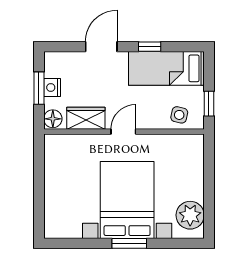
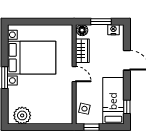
window: (150, 47) -> (127, 107), moved
nightstand: (52, 87) -> (113, 30), moved
bed with nightstands: (127, 200) -> (32, 58), moved

